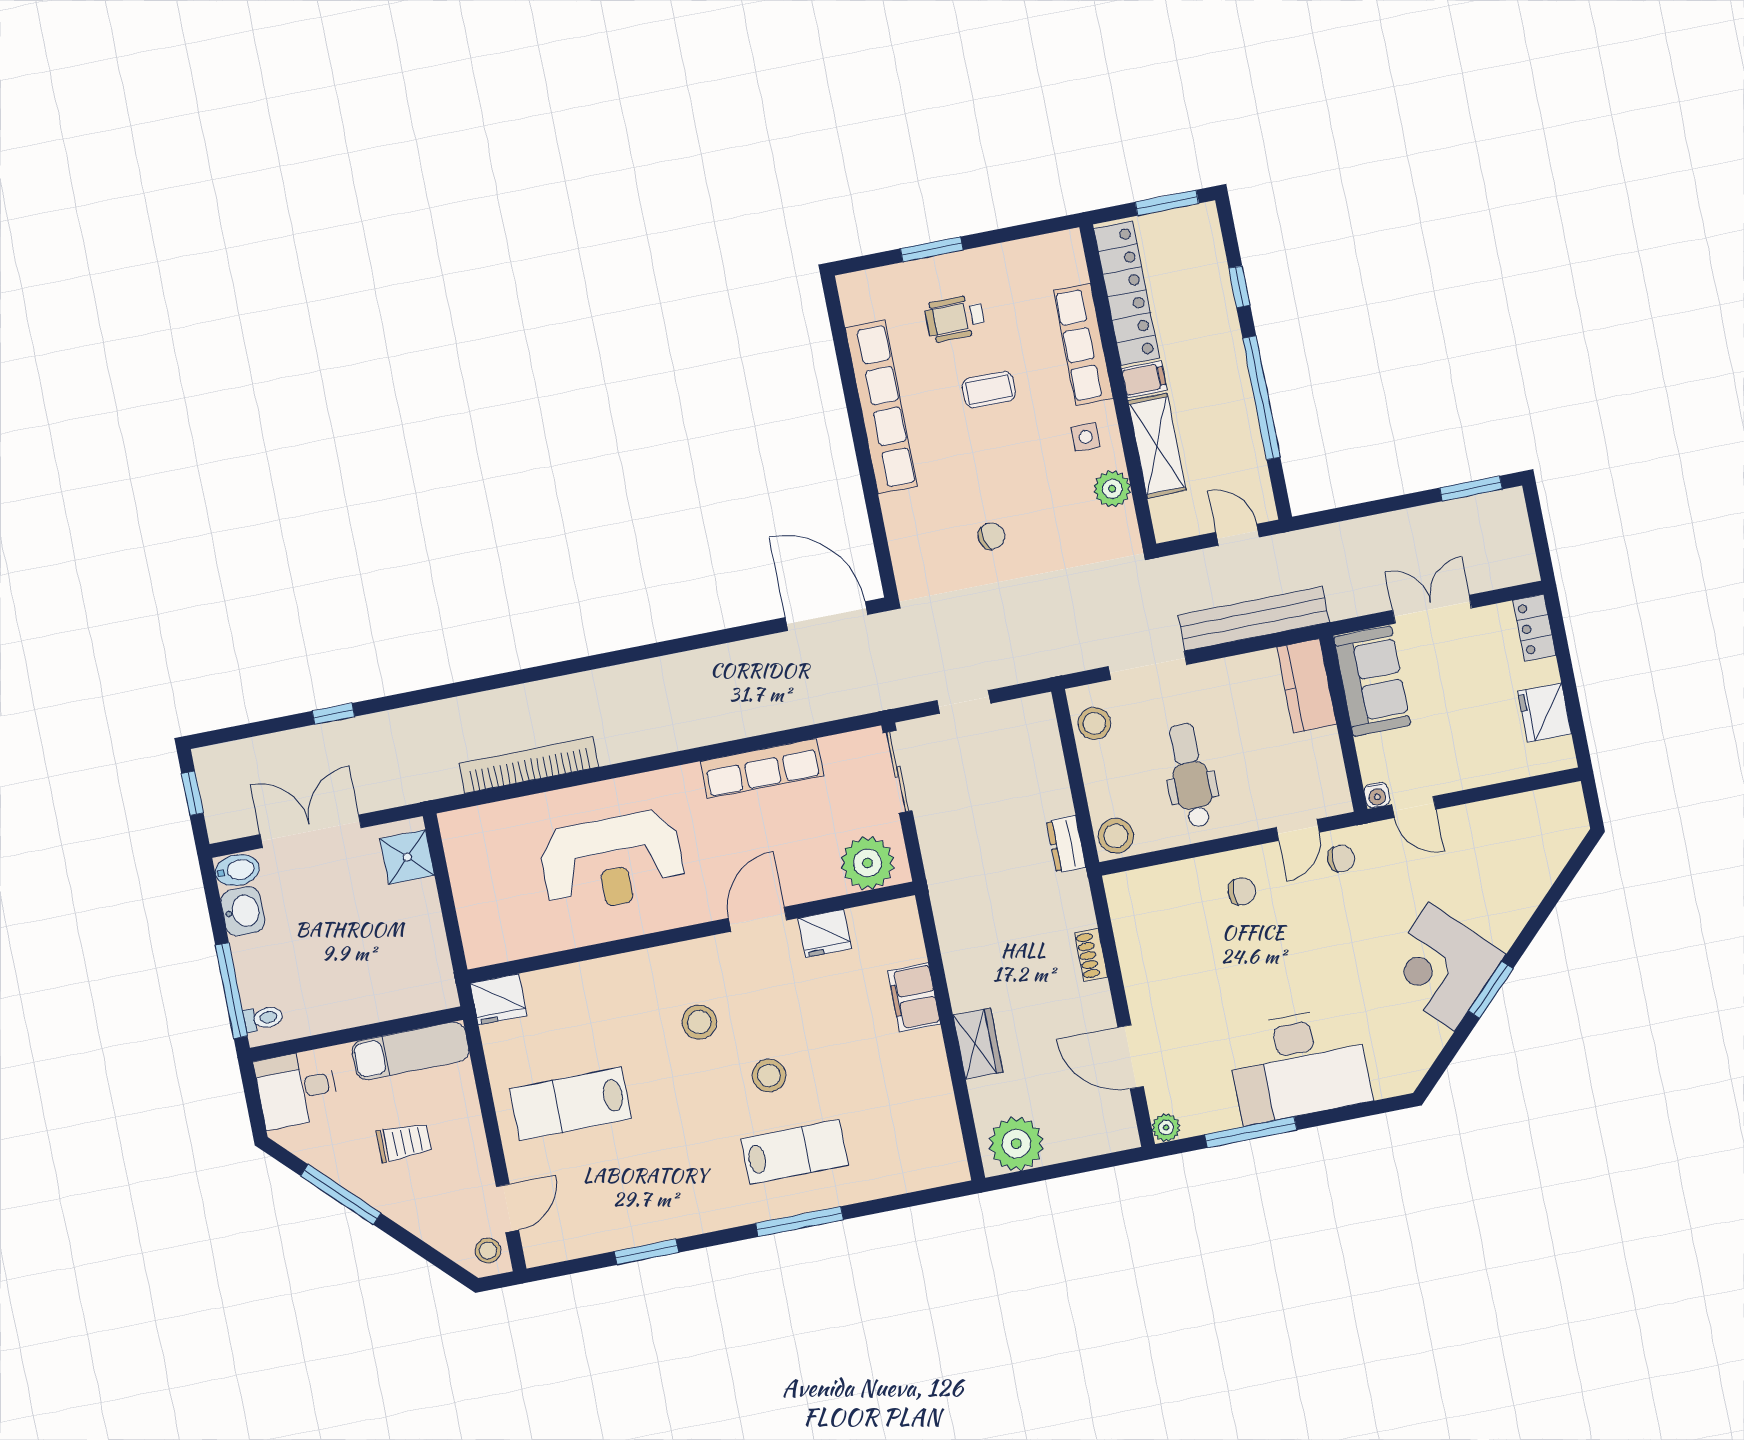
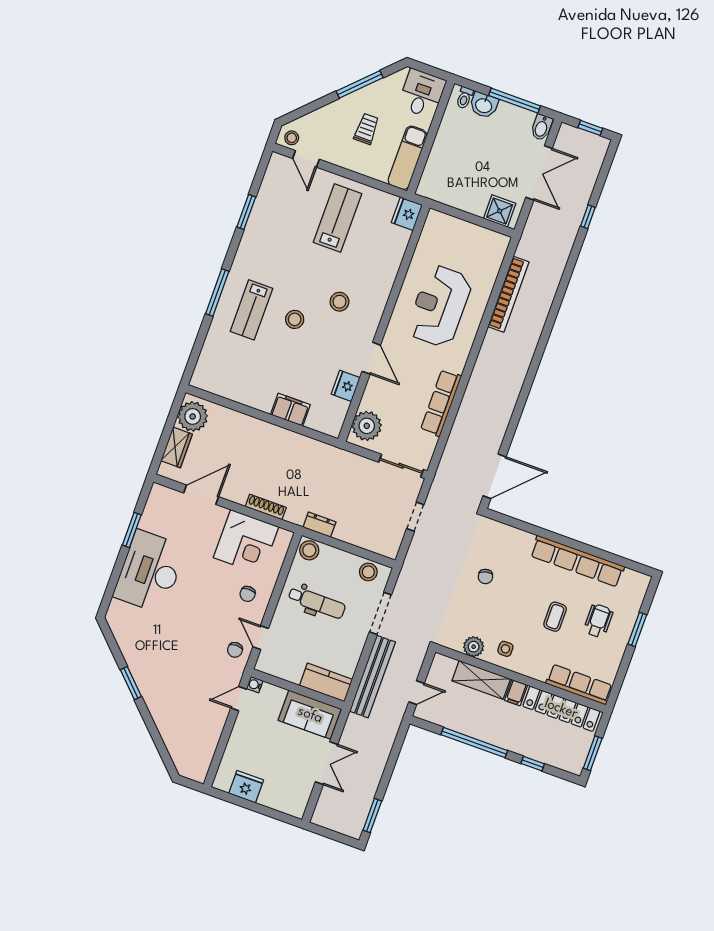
row of seats: (1083, 344) -> (579, 684), moved
locker: (1534, 628) -> (289, 806), removed
washbasin: (243, 911) -> (484, 105), moved
shoe rack: (1091, 955) -> (266, 507), width x1.43
corner desk: (1442, 967) -> (246, 542), moved, turned 135
window: (231, 991) -> (515, 101), moved
wardrobe: (978, 1043) -> (177, 447), moved, turned -90
plant: (1166, 1128) -> (158, 492), removed
window: (1251, 1132) -> (132, 530), width x0.69
trolley: (404, 1142) -> (366, 129), turned 180

